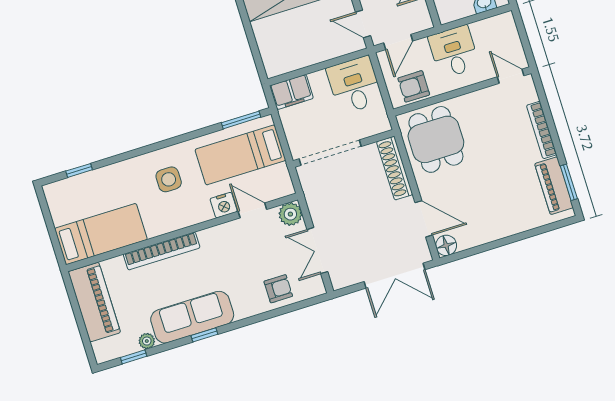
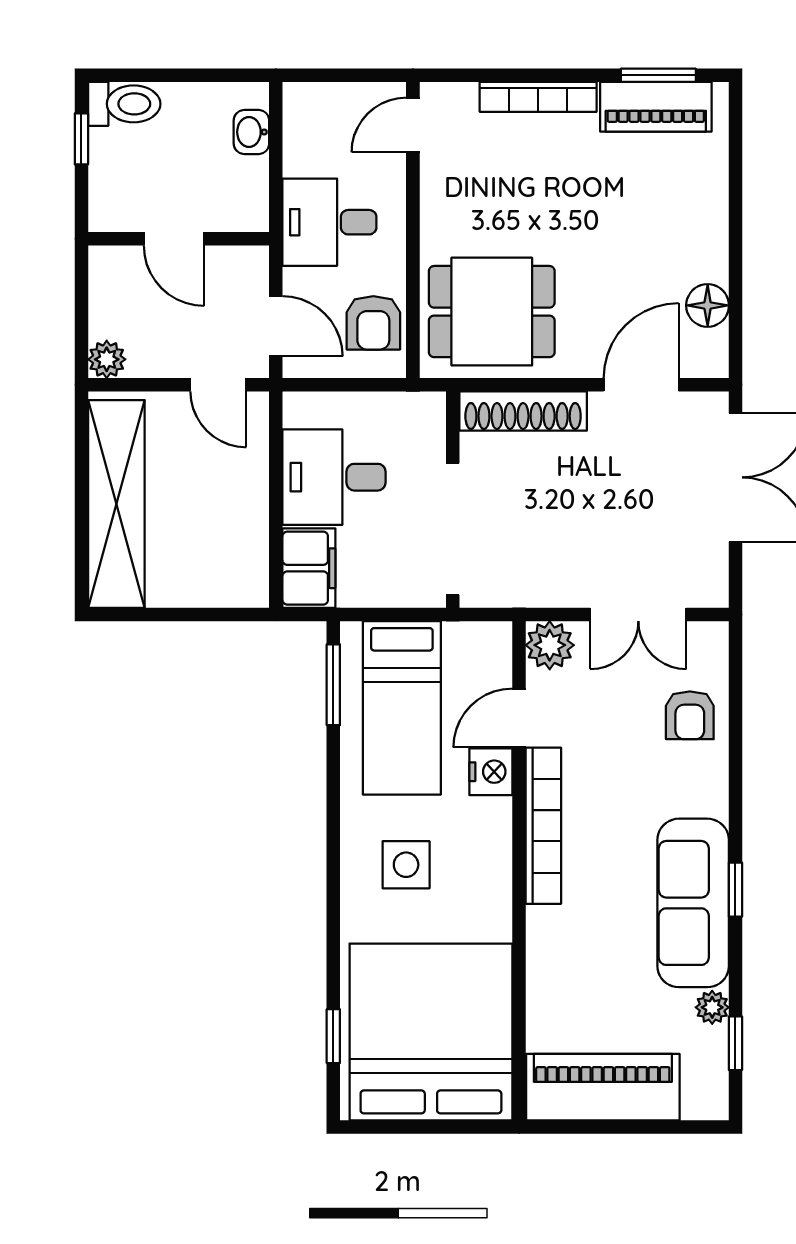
door: (363, 24) -> (218, 385), hinge flipped
desk: (355, 85) -> (334, 477), moved
bed: (101, 234) -> (431, 1032), width x2.04
floor lamp: (446, 245) -> (708, 305), moved
bookcase: (162, 251) -> (543, 826), moved
armchair: (278, 289) -> (690, 715), turned 180

